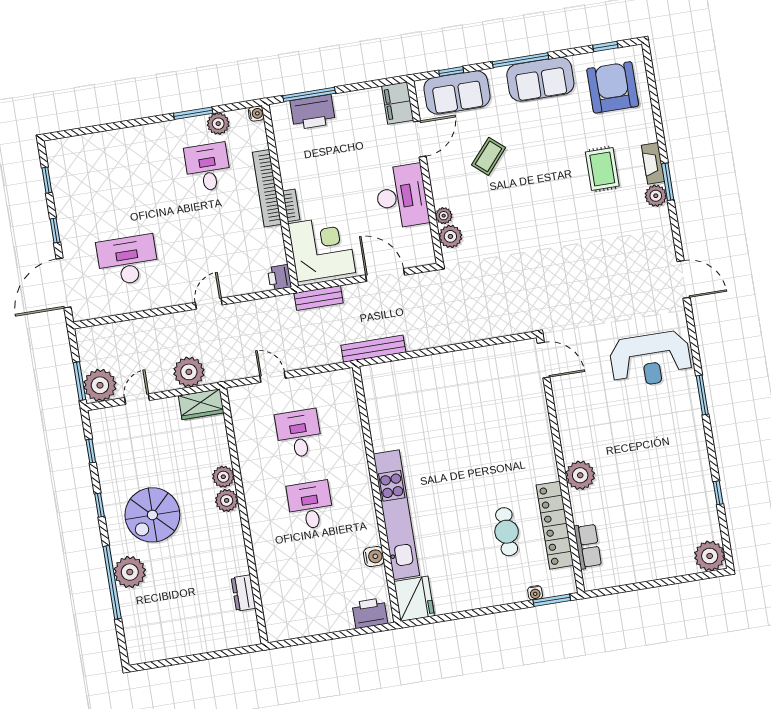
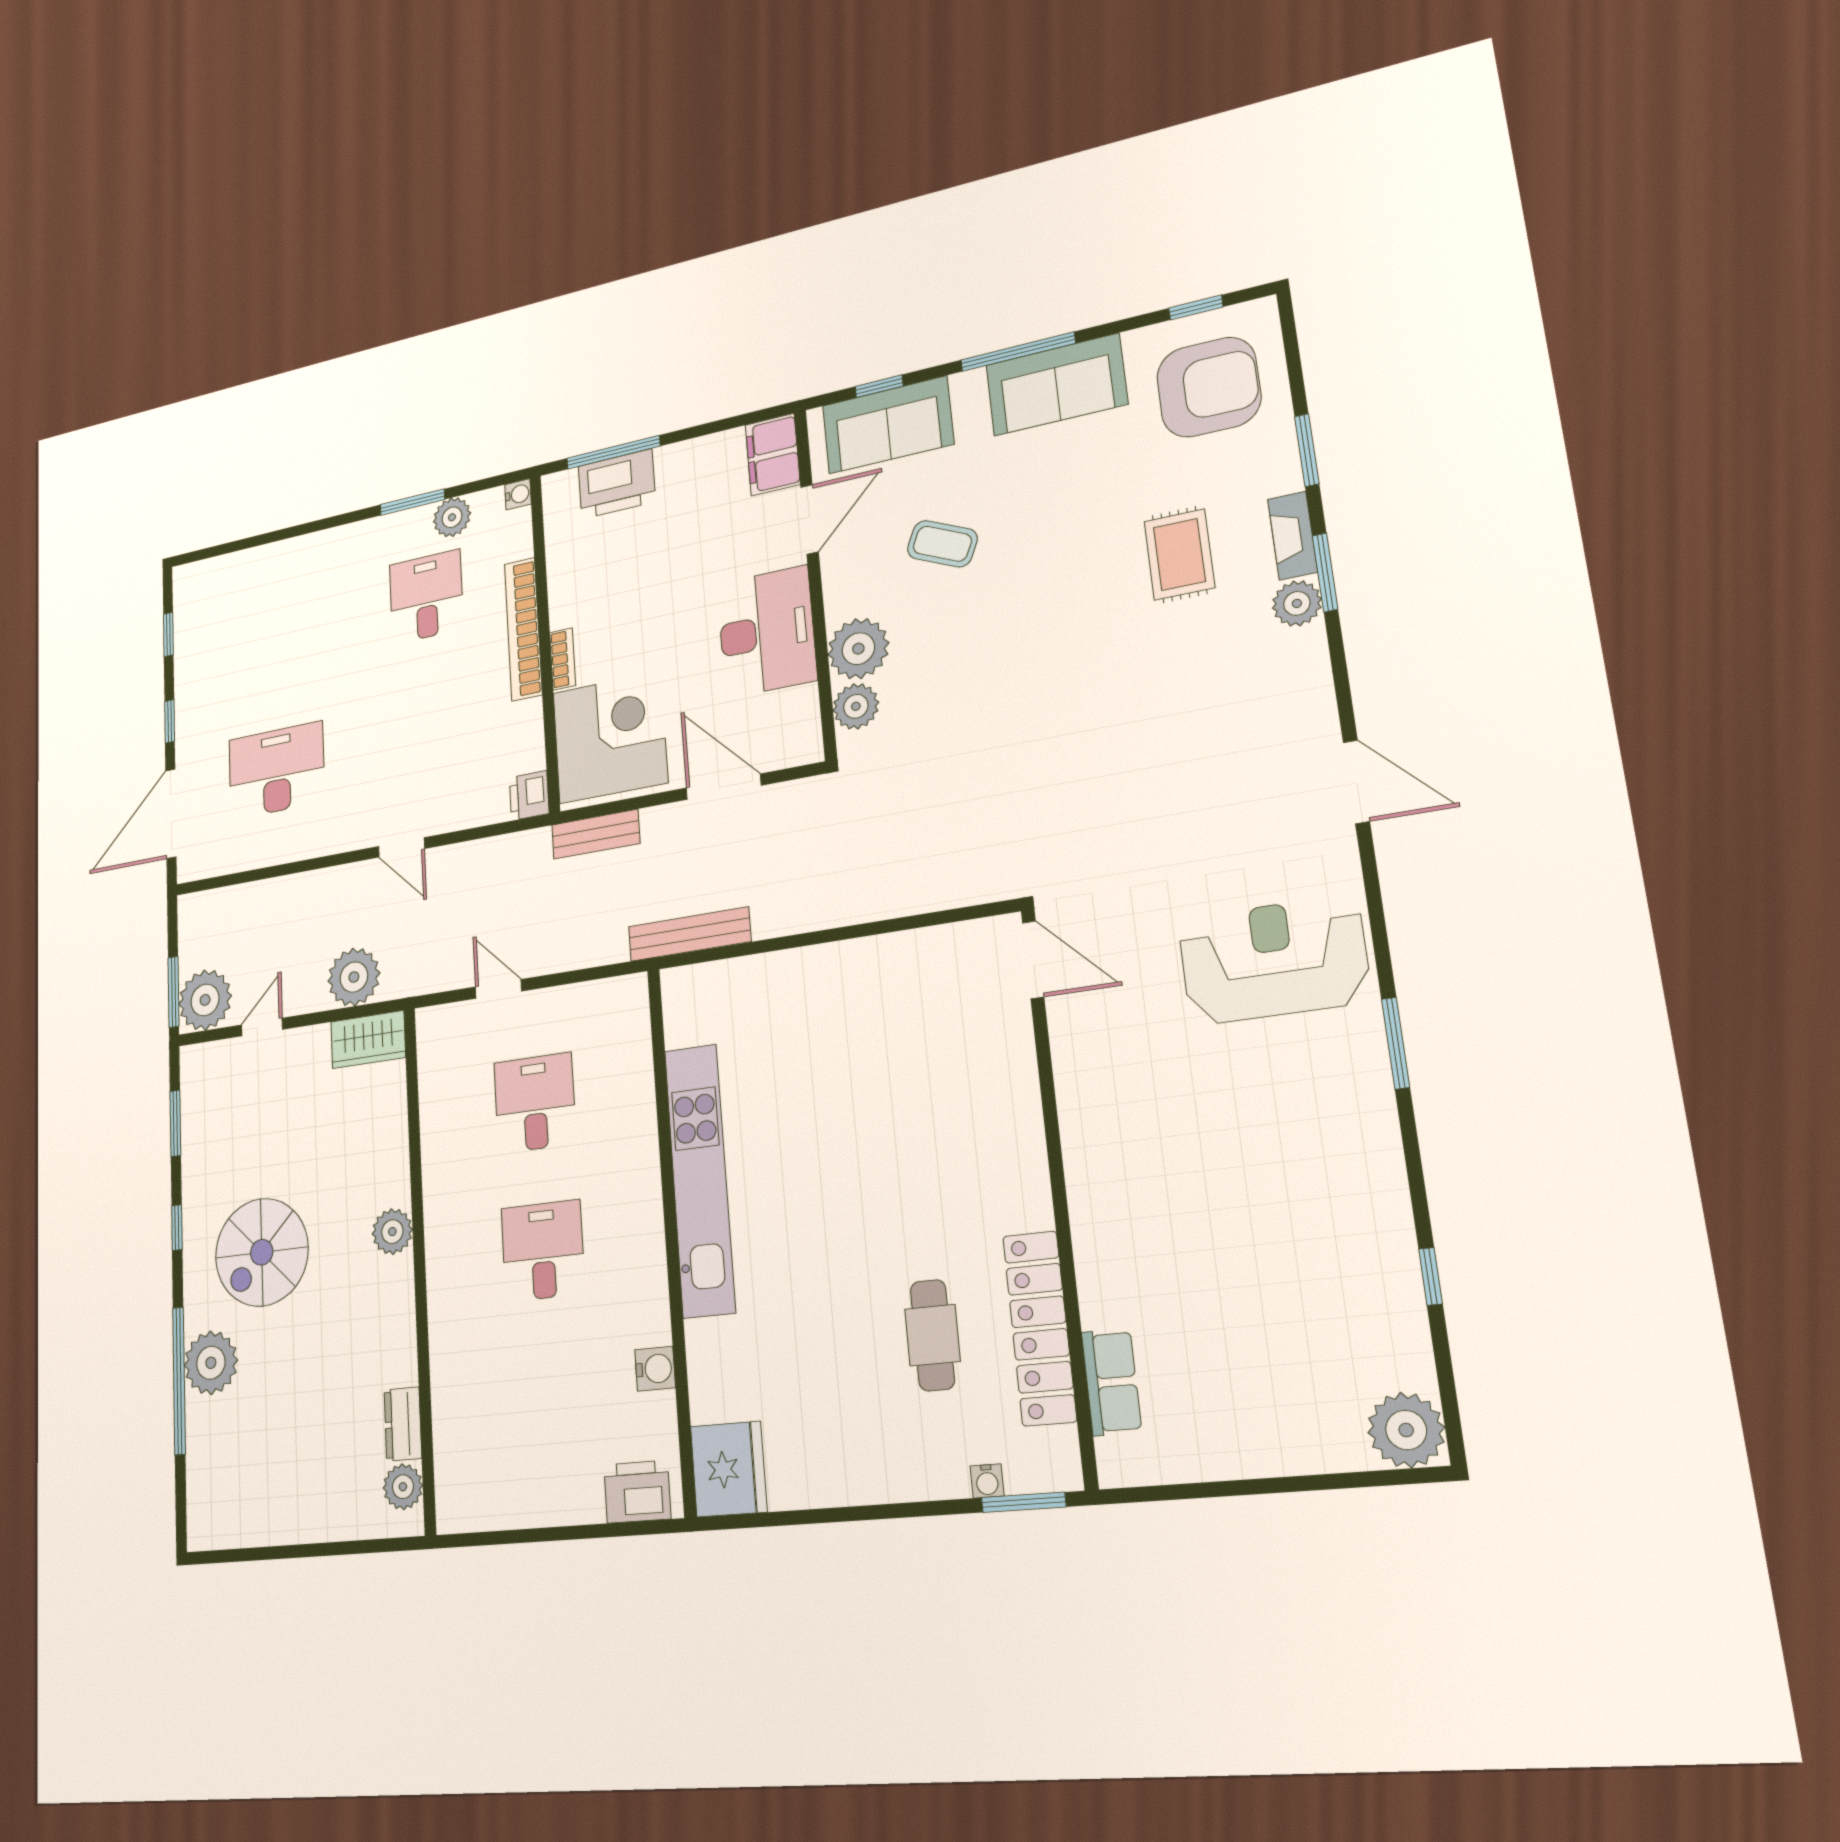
armchair: (613, 87) -> (1209, 387), turned 90
window: (658, 122) -> (1307, 450), added
coffee table: (489, 156) -> (942, 544), turned 73
plant: (444, 216) -> (858, 649), width x1.87, depth x1.87
door: (209, 304) -> (401, 847), swing flipped
reception desk: (650, 359) -> (1273, 960), turned 180
window: (91, 451) -> (175, 1123), width x1.50
plant: (580, 475) -> (1102, 1217), removed
plant: (223, 477) -> (403, 1487), moved
kitchen unit: (396, 515) -> (700, 1180), moved

